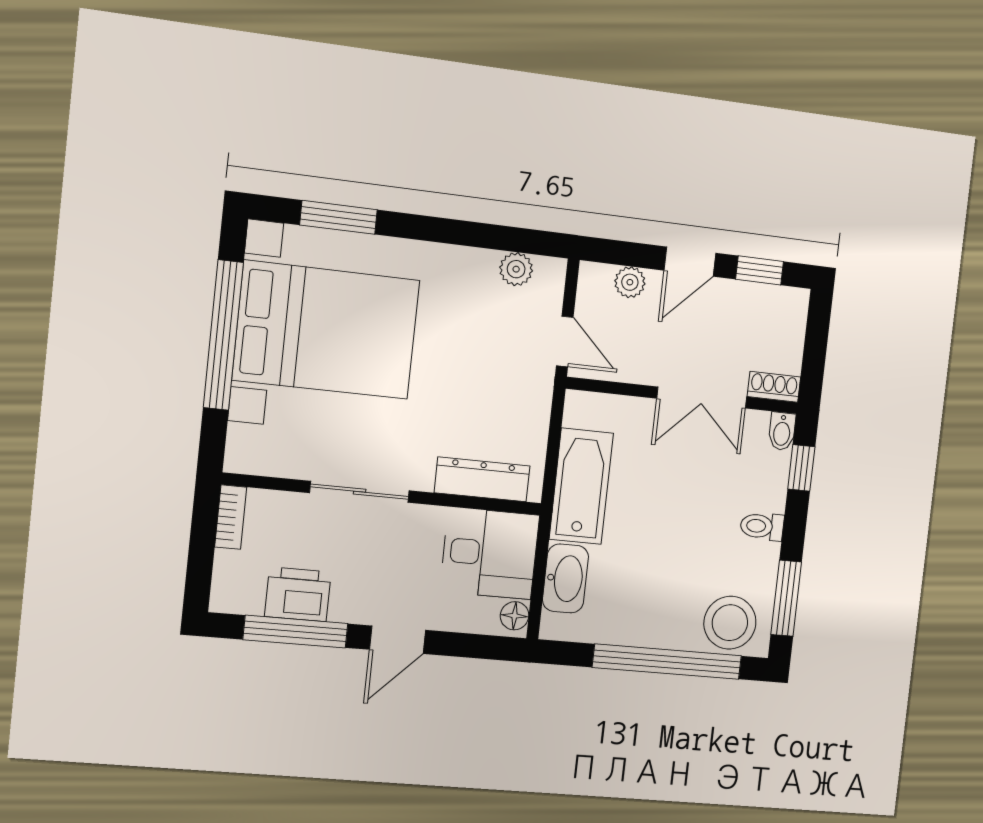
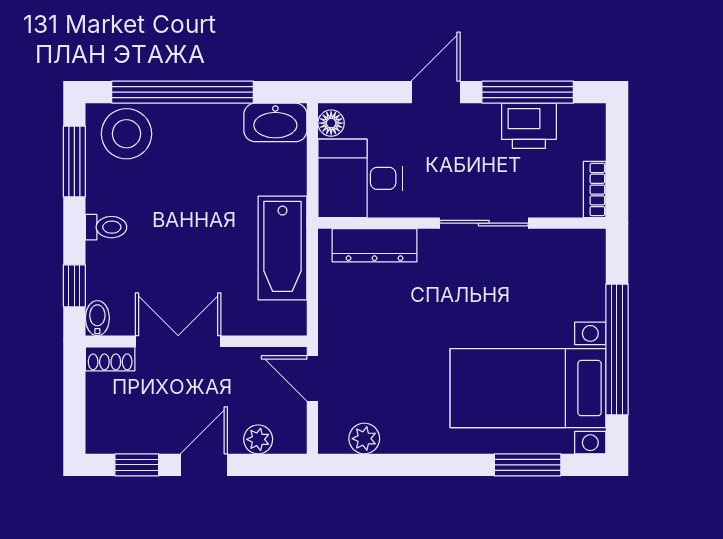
bed with nightstands: (326, 330) -> (528, 388), width x0.73
washbasin: (565, 578) -> (275, 122), moved, turned -90

